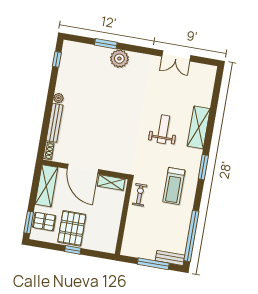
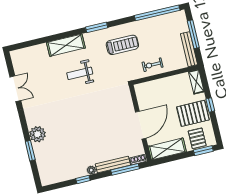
window: (57, 59) -> (83, 180), moved
window: (44, 133) -> (125, 169), added
shelving: (111, 183) -> (196, 82), moved
exercise bike: (140, 195) -> (153, 65), moved
bench: (170, 258) -> (189, 49), moved, width x1.36

